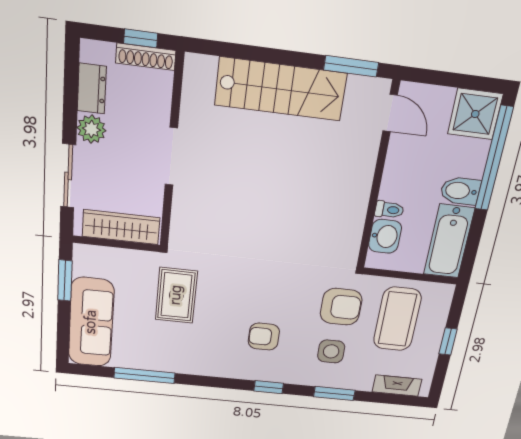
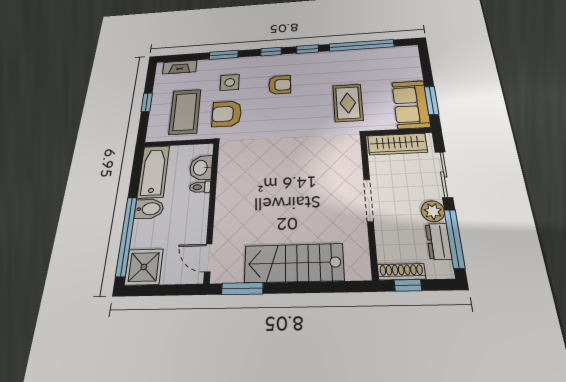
window: (71, 89) -> (454, 238), added
sofa: (91, 322) -> (411, 104), moved, width x0.73
window: (144, 375) -> (361, 45), width x1.46
window: (218, 382) -> (308, 49), added

